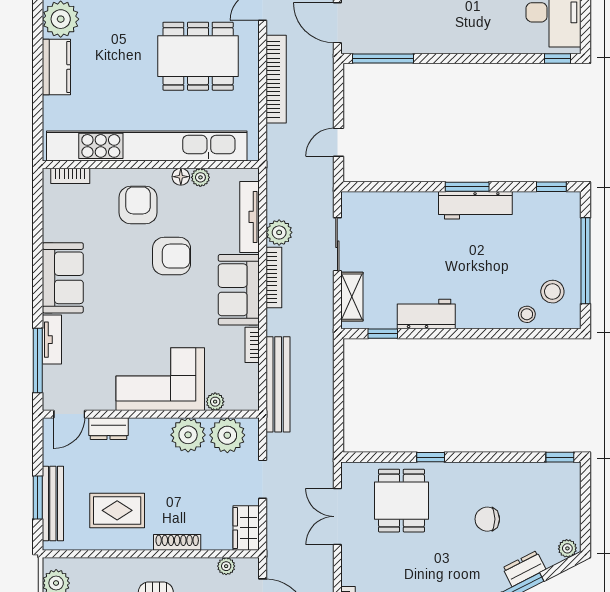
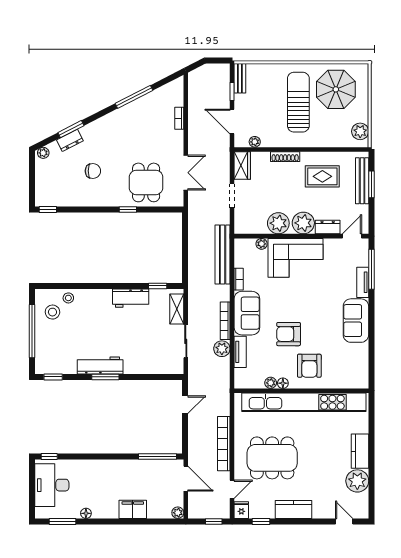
bookcase: (70, 176) -> (351, 384), removed
tv unit: (250, 217) -> (240, 352), width x0.71
plant: (227, 435) -> (303, 223), moved

